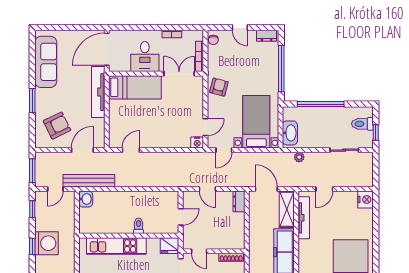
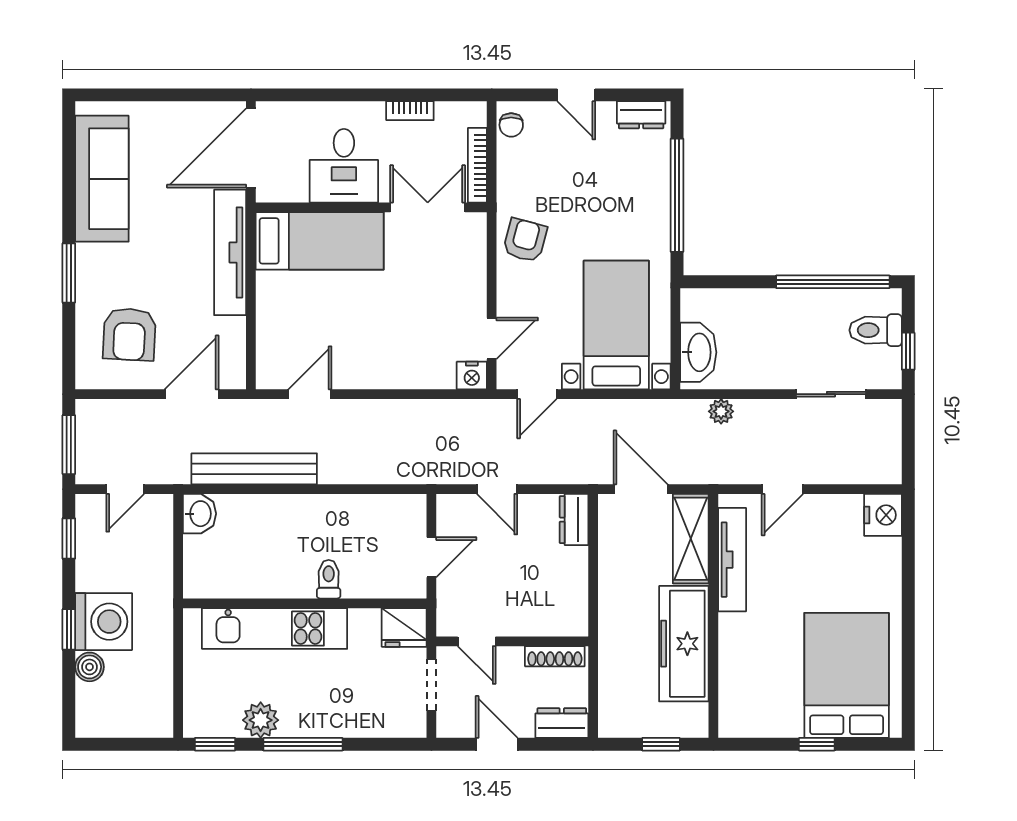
window: (321, 104) -> (833, 282), moved
armchair: (57, 126) -> (129, 334), turned 119
bench: (89, 181) -> (254, 469), moved
boiler: (41, 262) -> (90, 667), added

